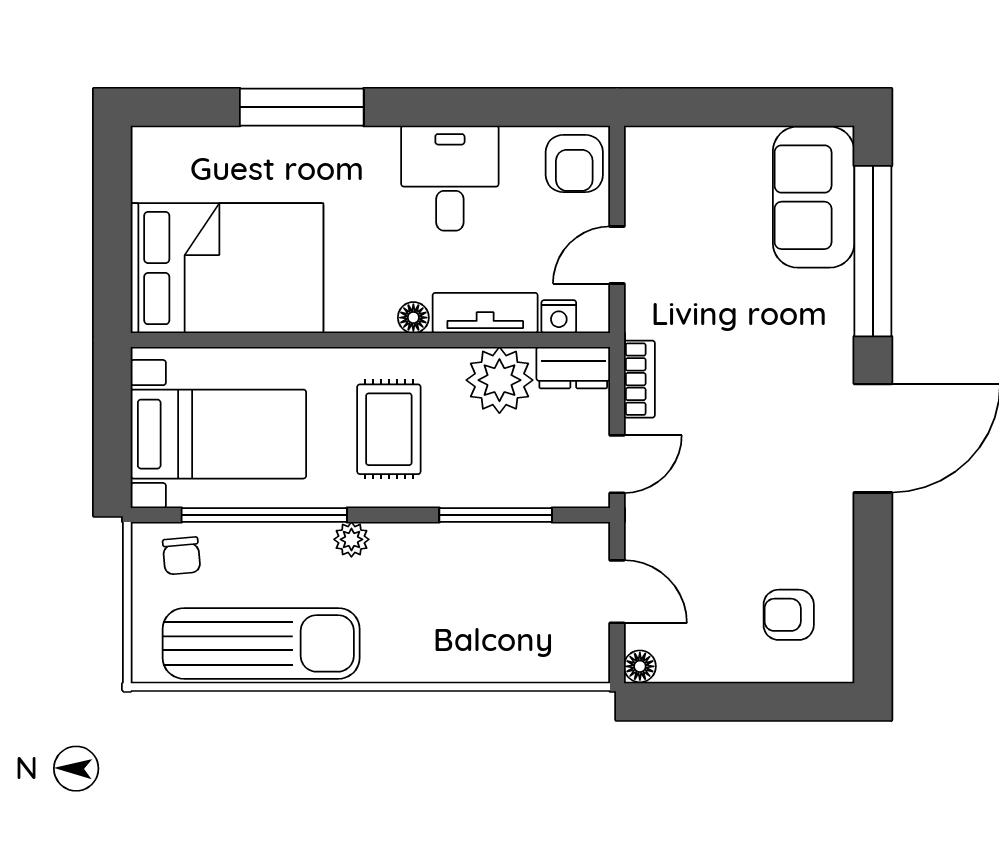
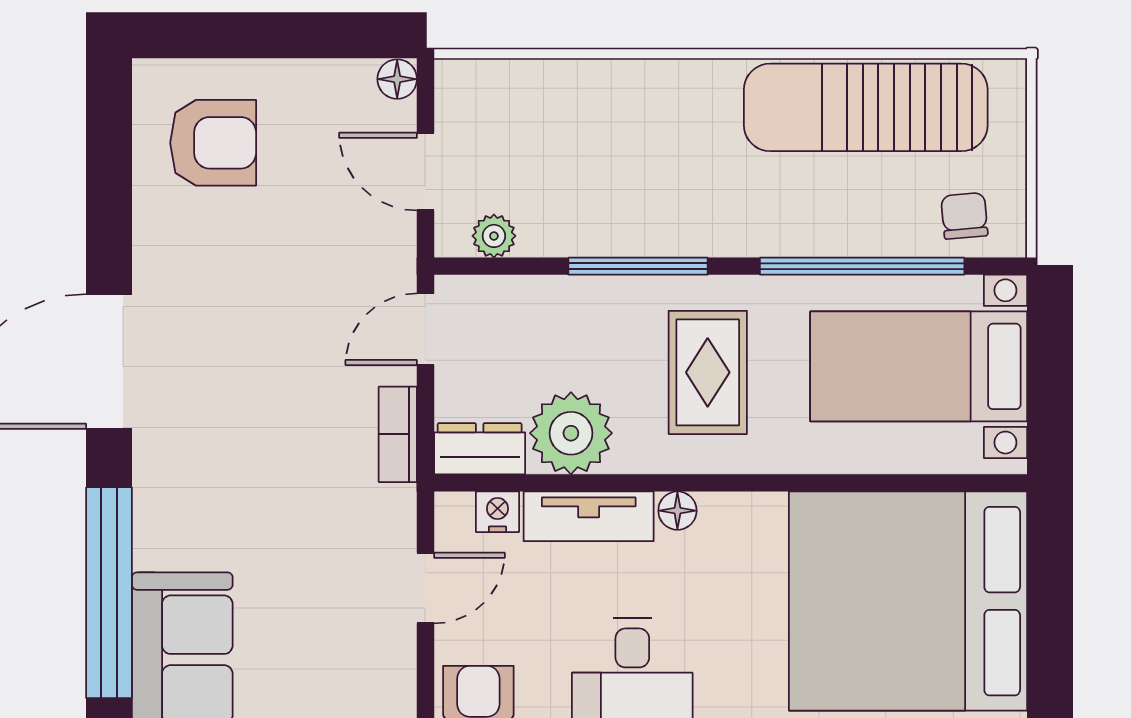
bed: (227, 268) -> (908, 601), width x1.36
window: (496, 515) -> (638, 266), moved
plant: (351, 539) -> (494, 236), moved
armchair: (789, 615) -> (213, 143), width x1.38, depth x1.38

